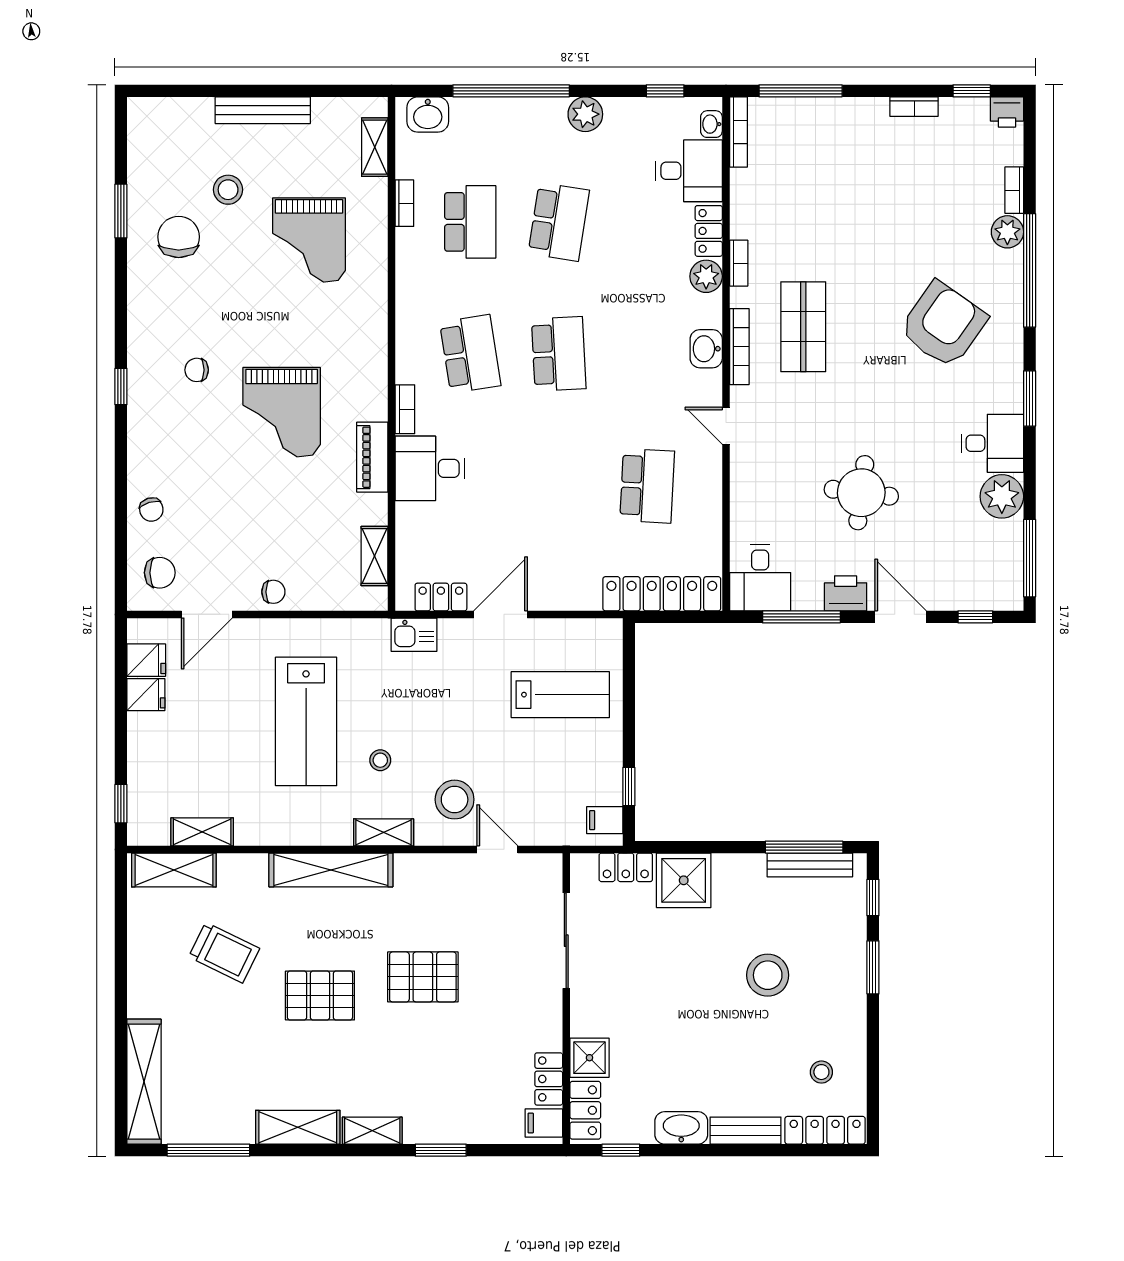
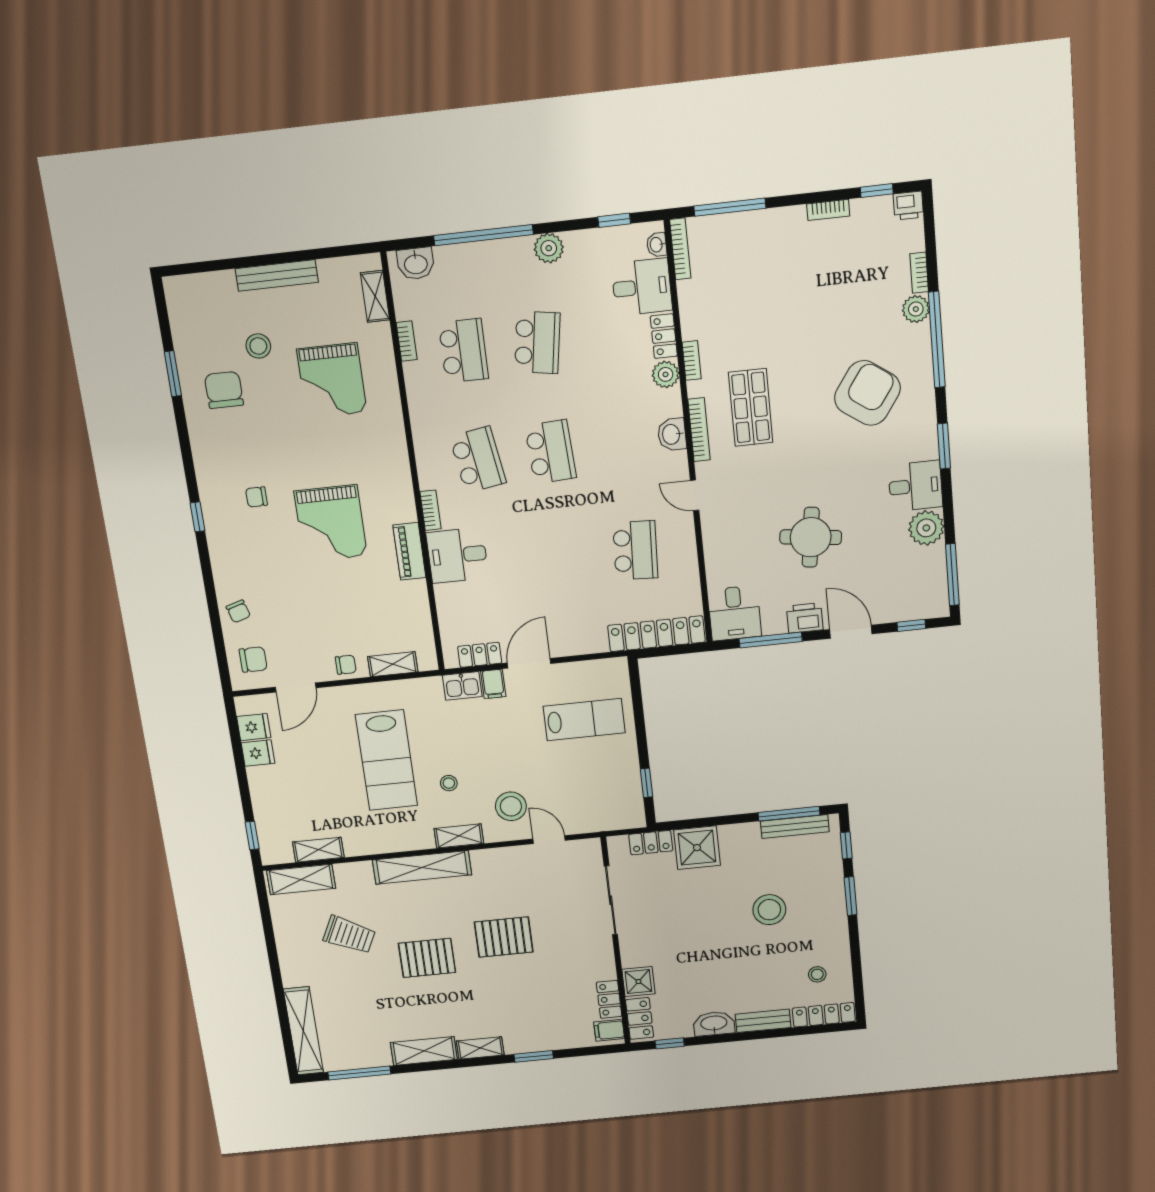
shelving: (375, 556) -> (393, 664), moved, turned 90
filing cabinet: (605, 820) -> (493, 684), moved, turned -90

